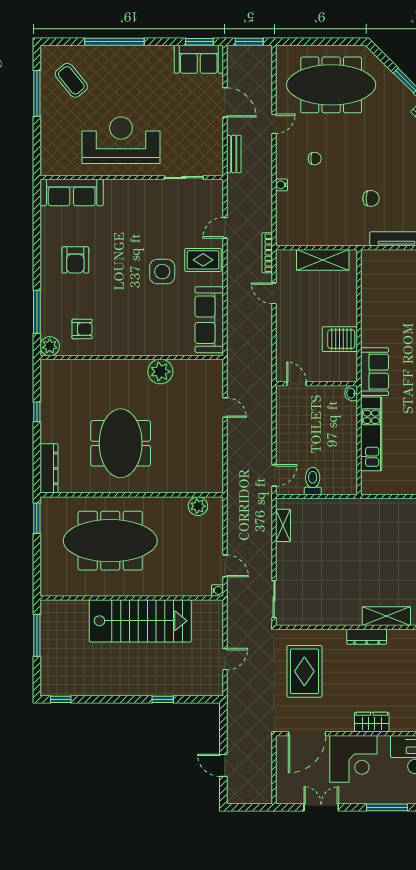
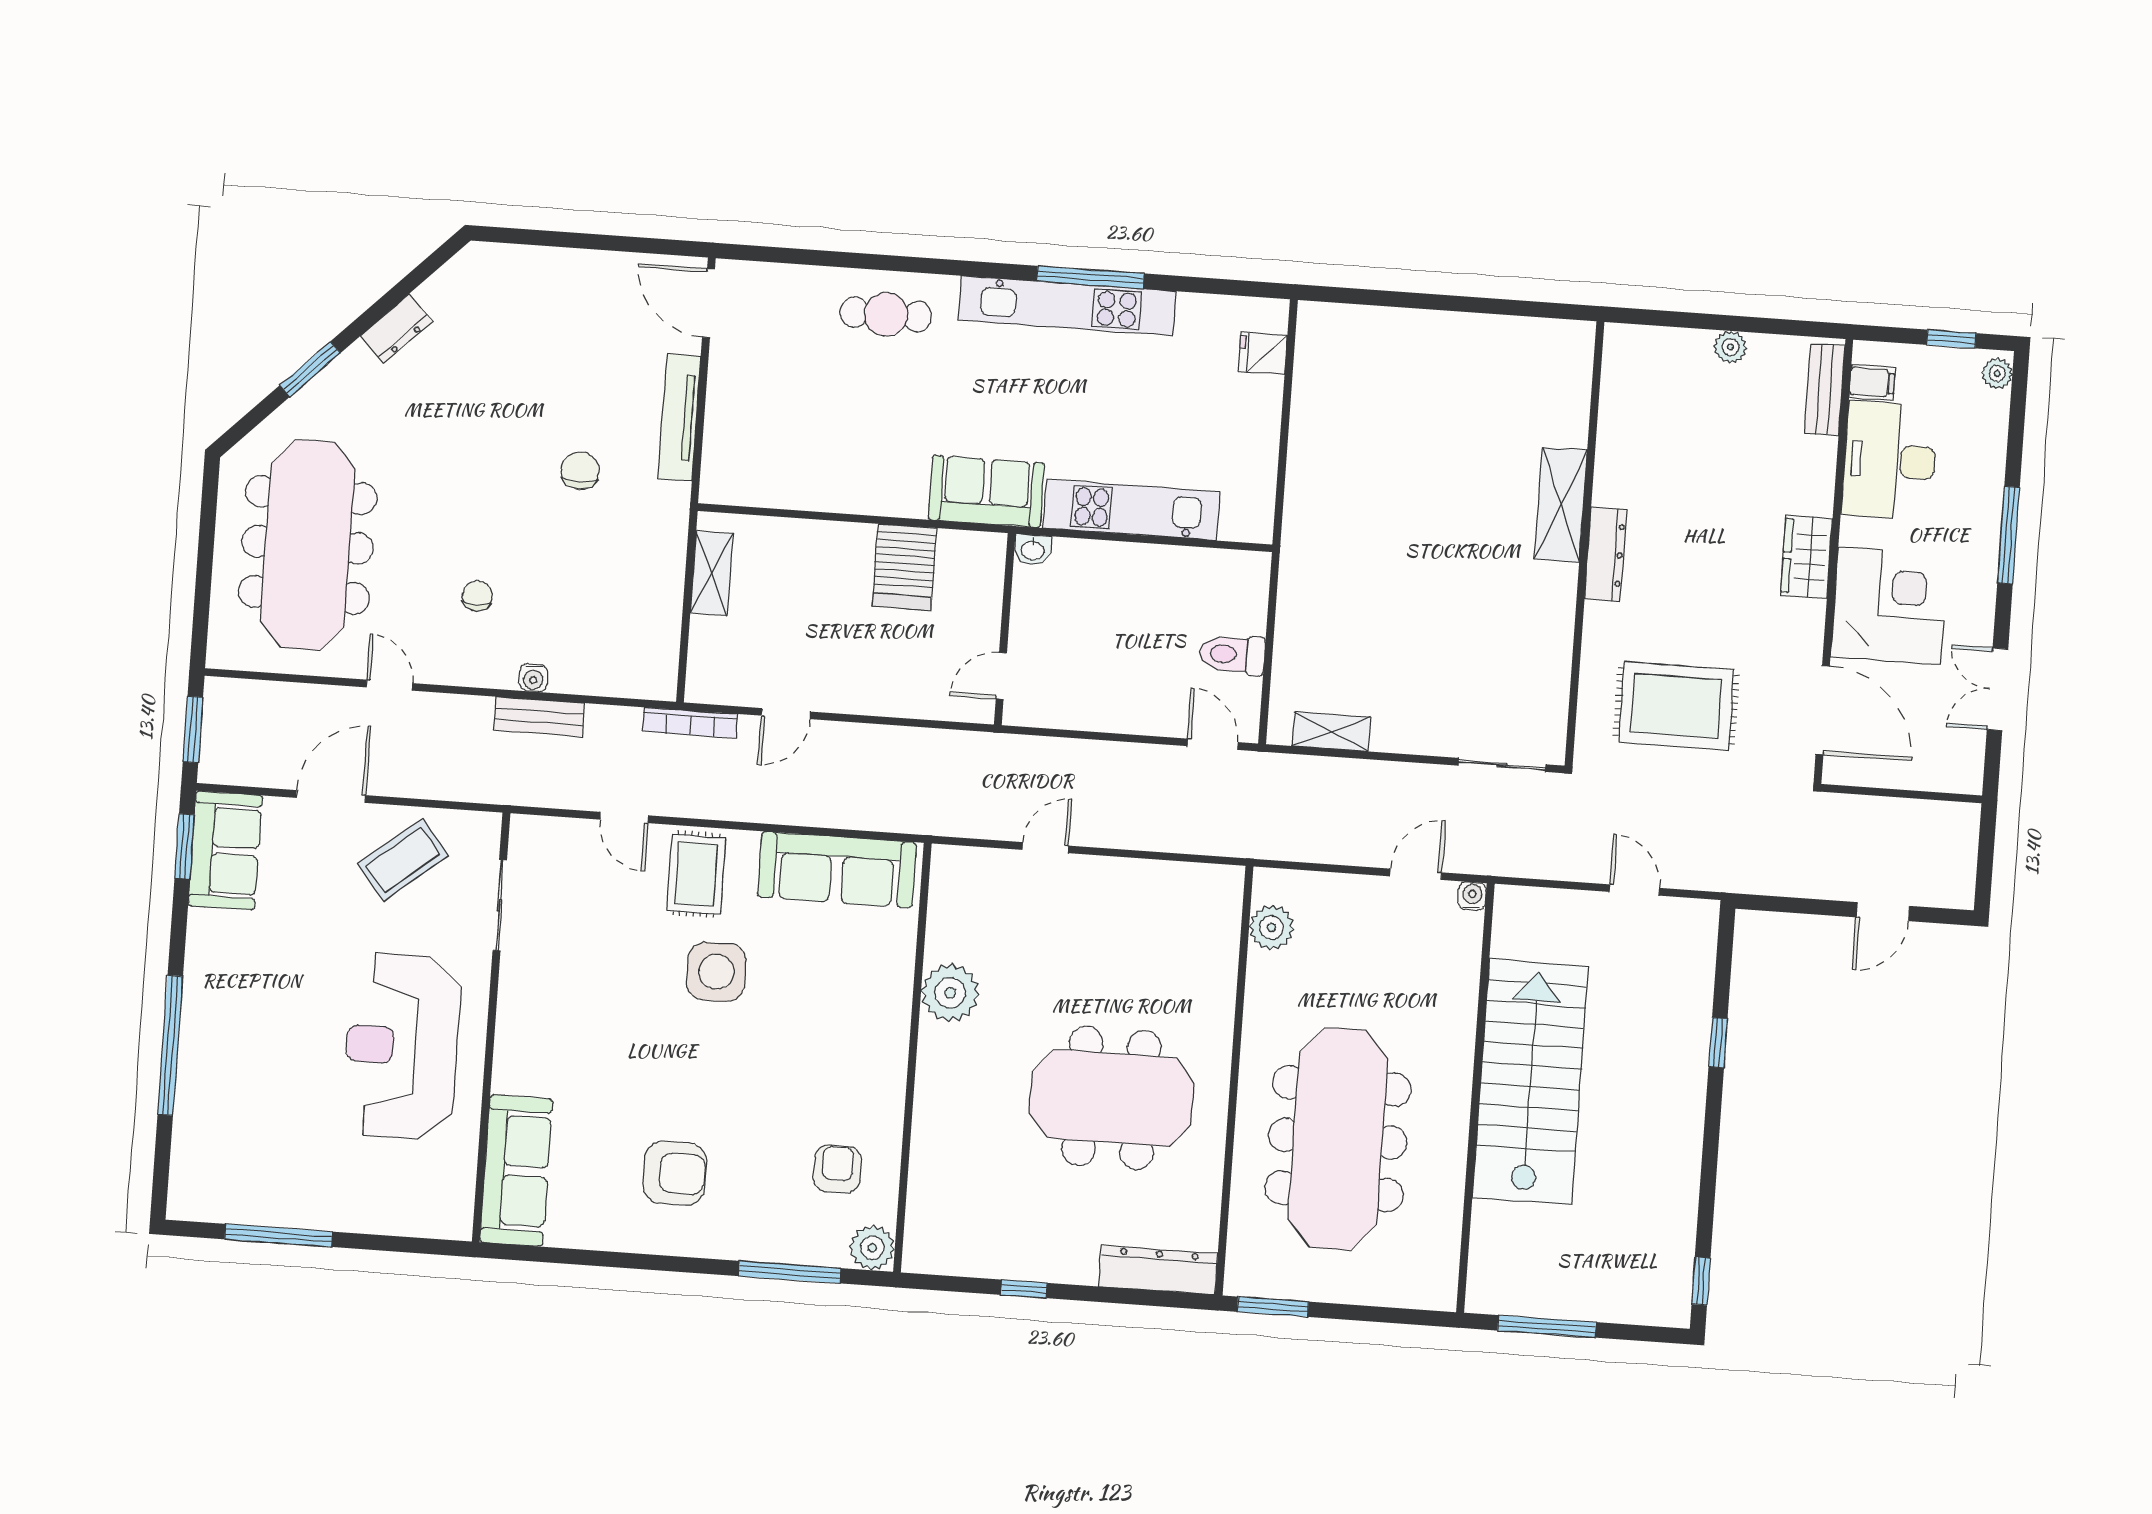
coffee table: (71, 80) -> (403, 860), moved
bench: (234, 154) -> (539, 717), moved
shelving: (323, 260) -> (711, 573), width x0.67, depth x0.75

